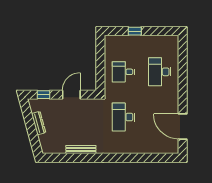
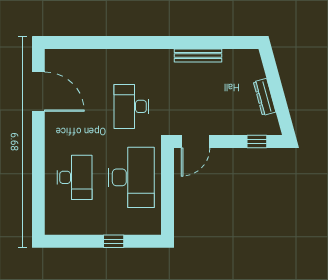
desk: (123, 72) -> (132, 177), width x1.87, depth x1.30
door: (71, 95) -> (196, 142), moved
desk: (123, 117) -> (132, 106), turned 180

